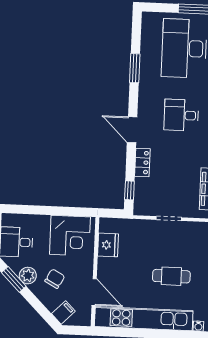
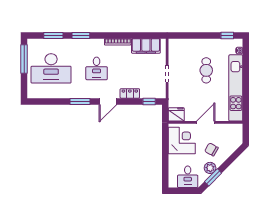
window: (135, 68) -> (80, 101), moved
fridge: (108, 245) -> (176, 114), moved
door: (94, 292) -> (206, 122), moved
filing cabinet: (63, 312) -> (234, 143), removed

